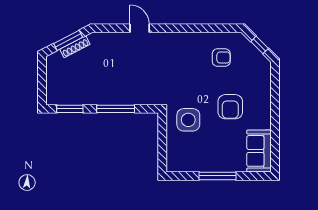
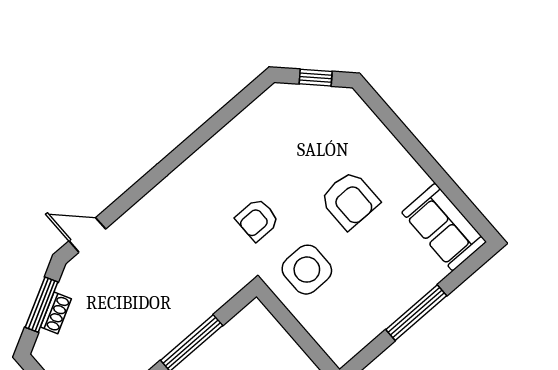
door: (140, 28) -> (87, 235), moved
shoe rack: (75, 47) -> (56, 313), width x0.70
armchair: (221, 58) -> (257, 220), moved, turned 180

